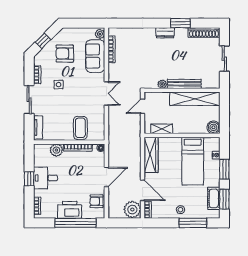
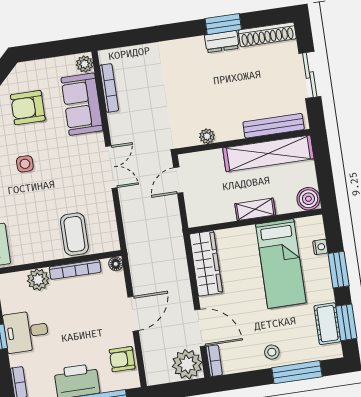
dresser: (165, 33) -> (222, 42), moved
bench: (184, 84) -> (274, 126), moved
shelving: (162, 129) -> (255, 209), moved

